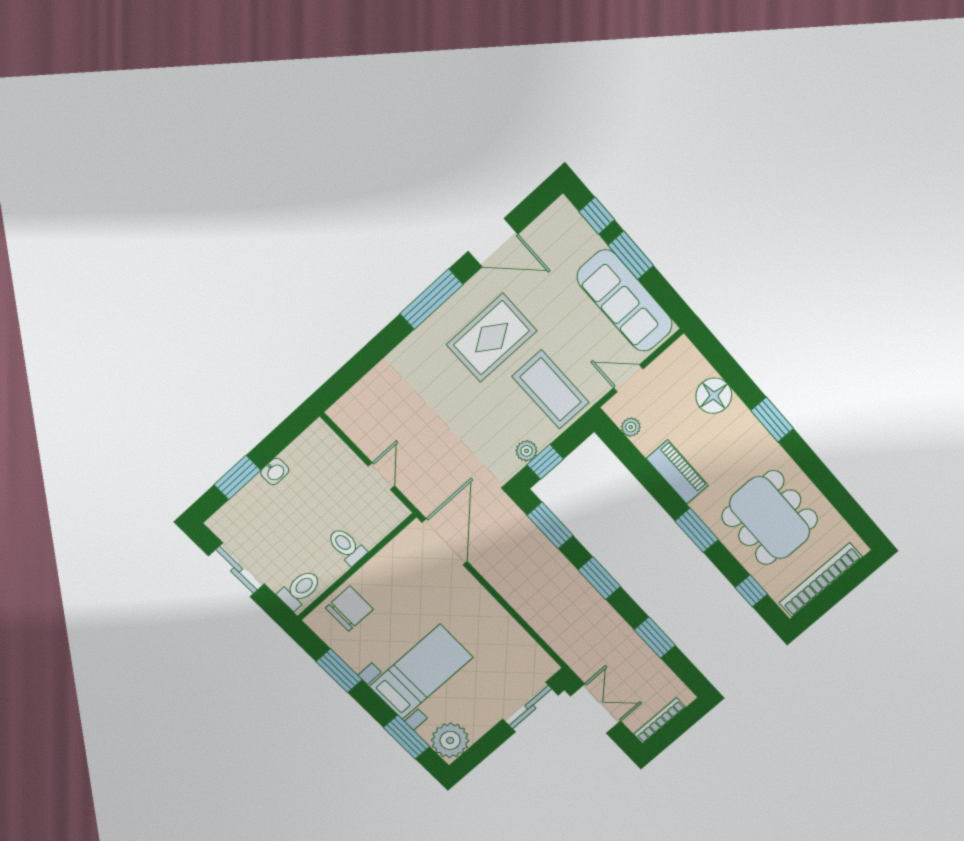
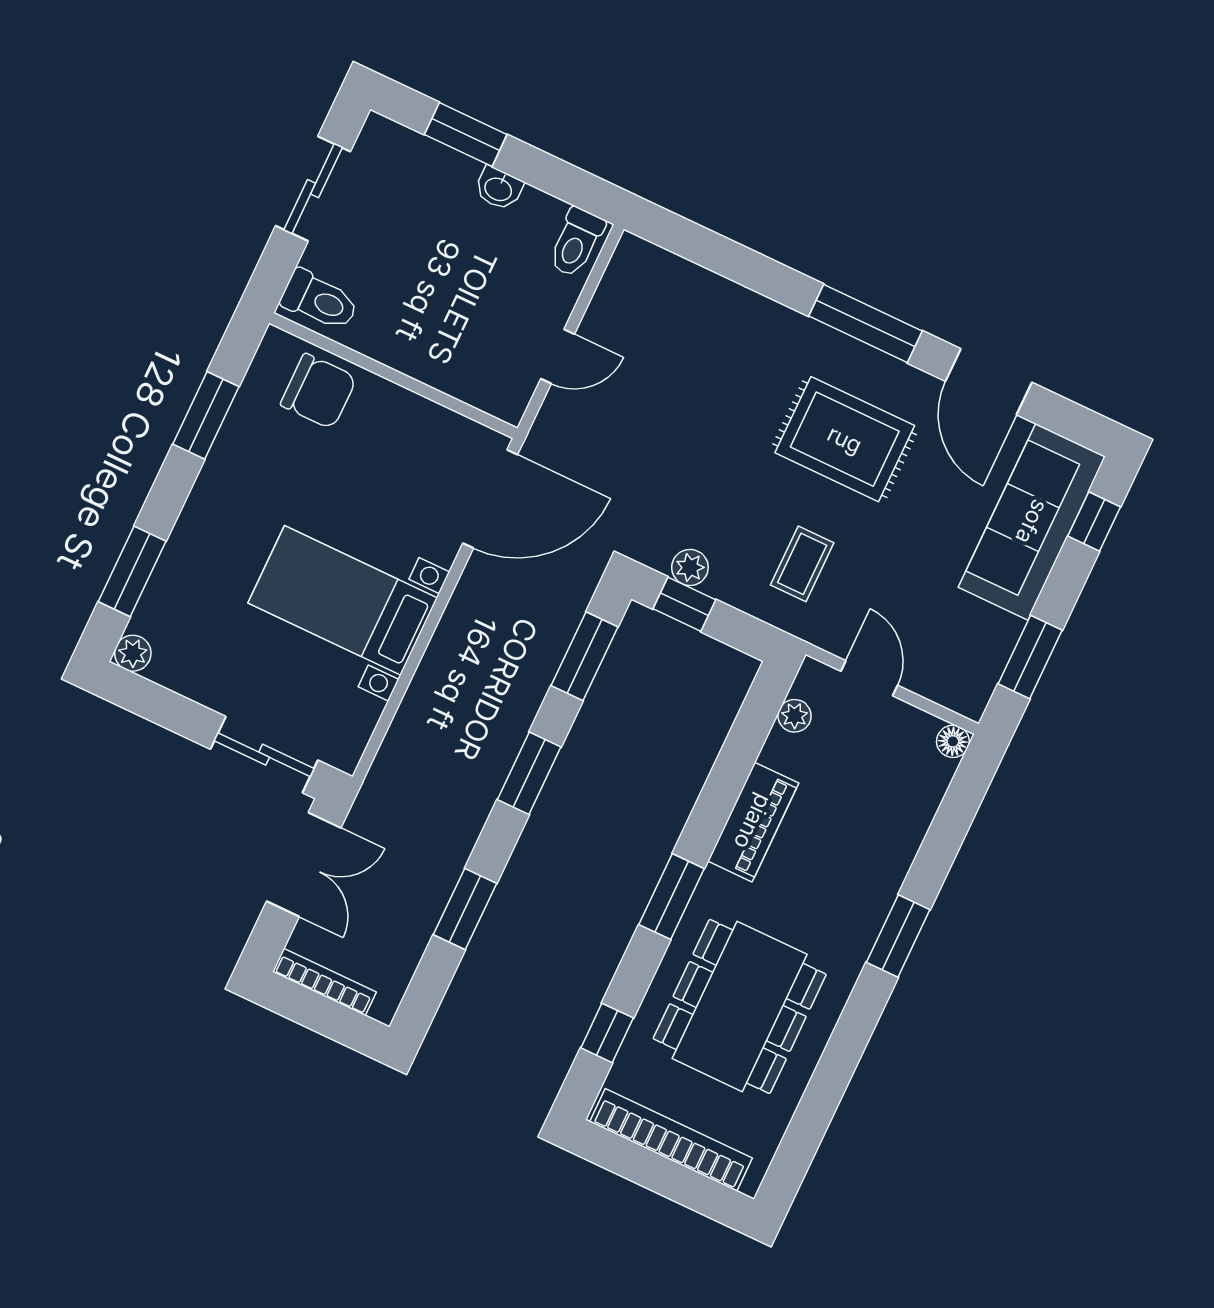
window: (631, 255) -> (1030, 657), moved
sofa: (625, 301) -> (1032, 522), moved
coffee table: (551, 389) -> (802, 564), width x0.54, depth x0.58
floor lamp: (714, 396) -> (953, 741), moved, width x0.53, depth x0.53
toilet: (347, 546) -> (576, 242), moved, turned 180
bed with nightstands: (421, 672) -> (343, 600), moved, turned 180
plant: (450, 740) -> (133, 653), width x0.53, depth x0.53

